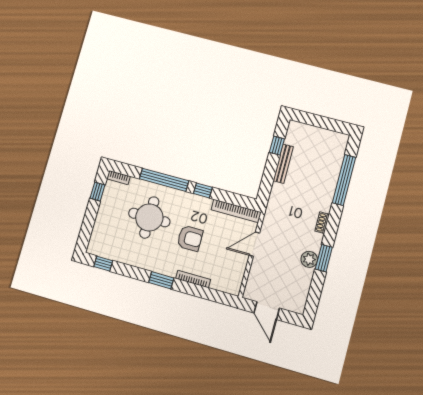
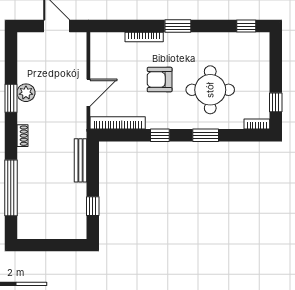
bench: (283, 164) -> (81, 160), moved
window: (164, 180) -> (206, 135), width x0.47

